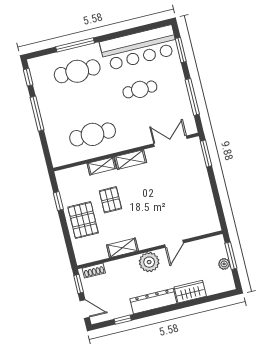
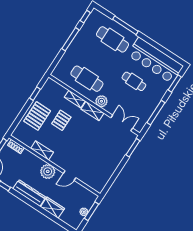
plant: (129, 141) -> (101, 101), added

